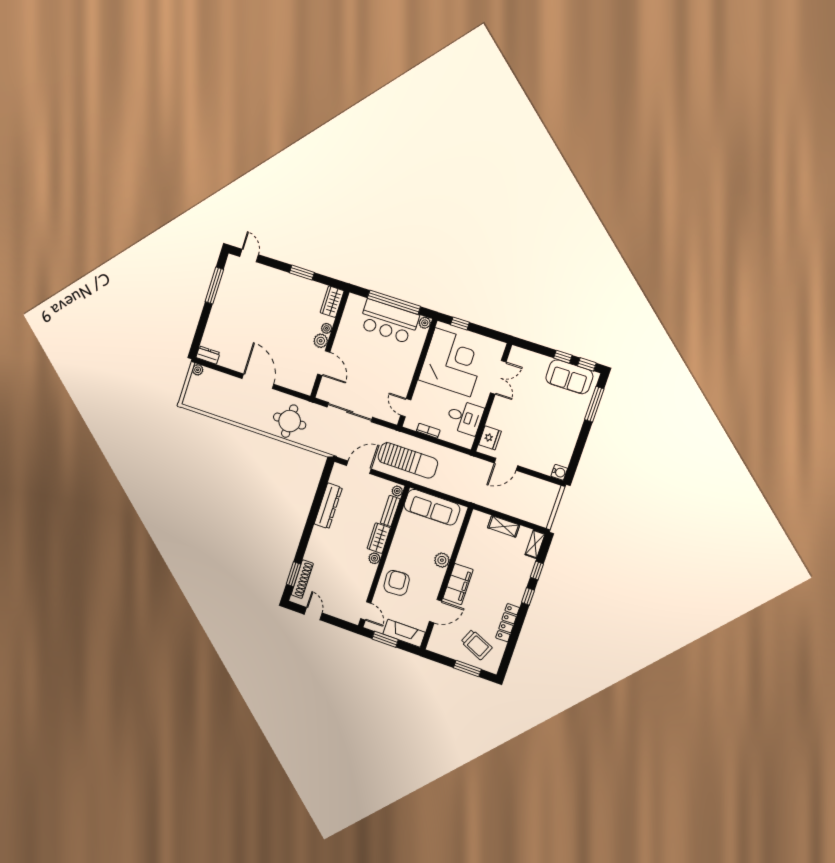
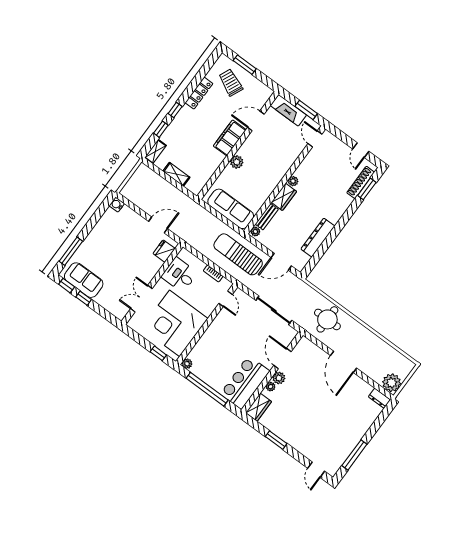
bar counter: (389, 321) -> (245, 383), moved, turned -90
plant: (198, 370) -> (392, 383), width x1.87, depth x1.87
armchair: (397, 583) -> (281, 155), removed

